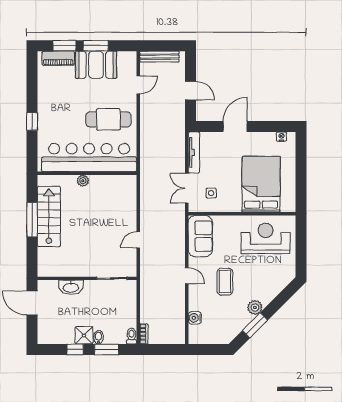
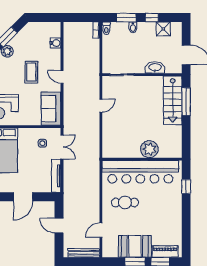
cafe table: (108, 119) -> (125, 202), width x0.73, depth x0.74
window: (32, 121) -> (186, 187), moved
plant: (83, 181) -> (149, 149), width x1.87, depth x1.87
stairs: (49, 216) -> (173, 100), moved
window: (32, 220) -> (186, 102), moved
shower: (84, 335) -> (163, 29), moved

